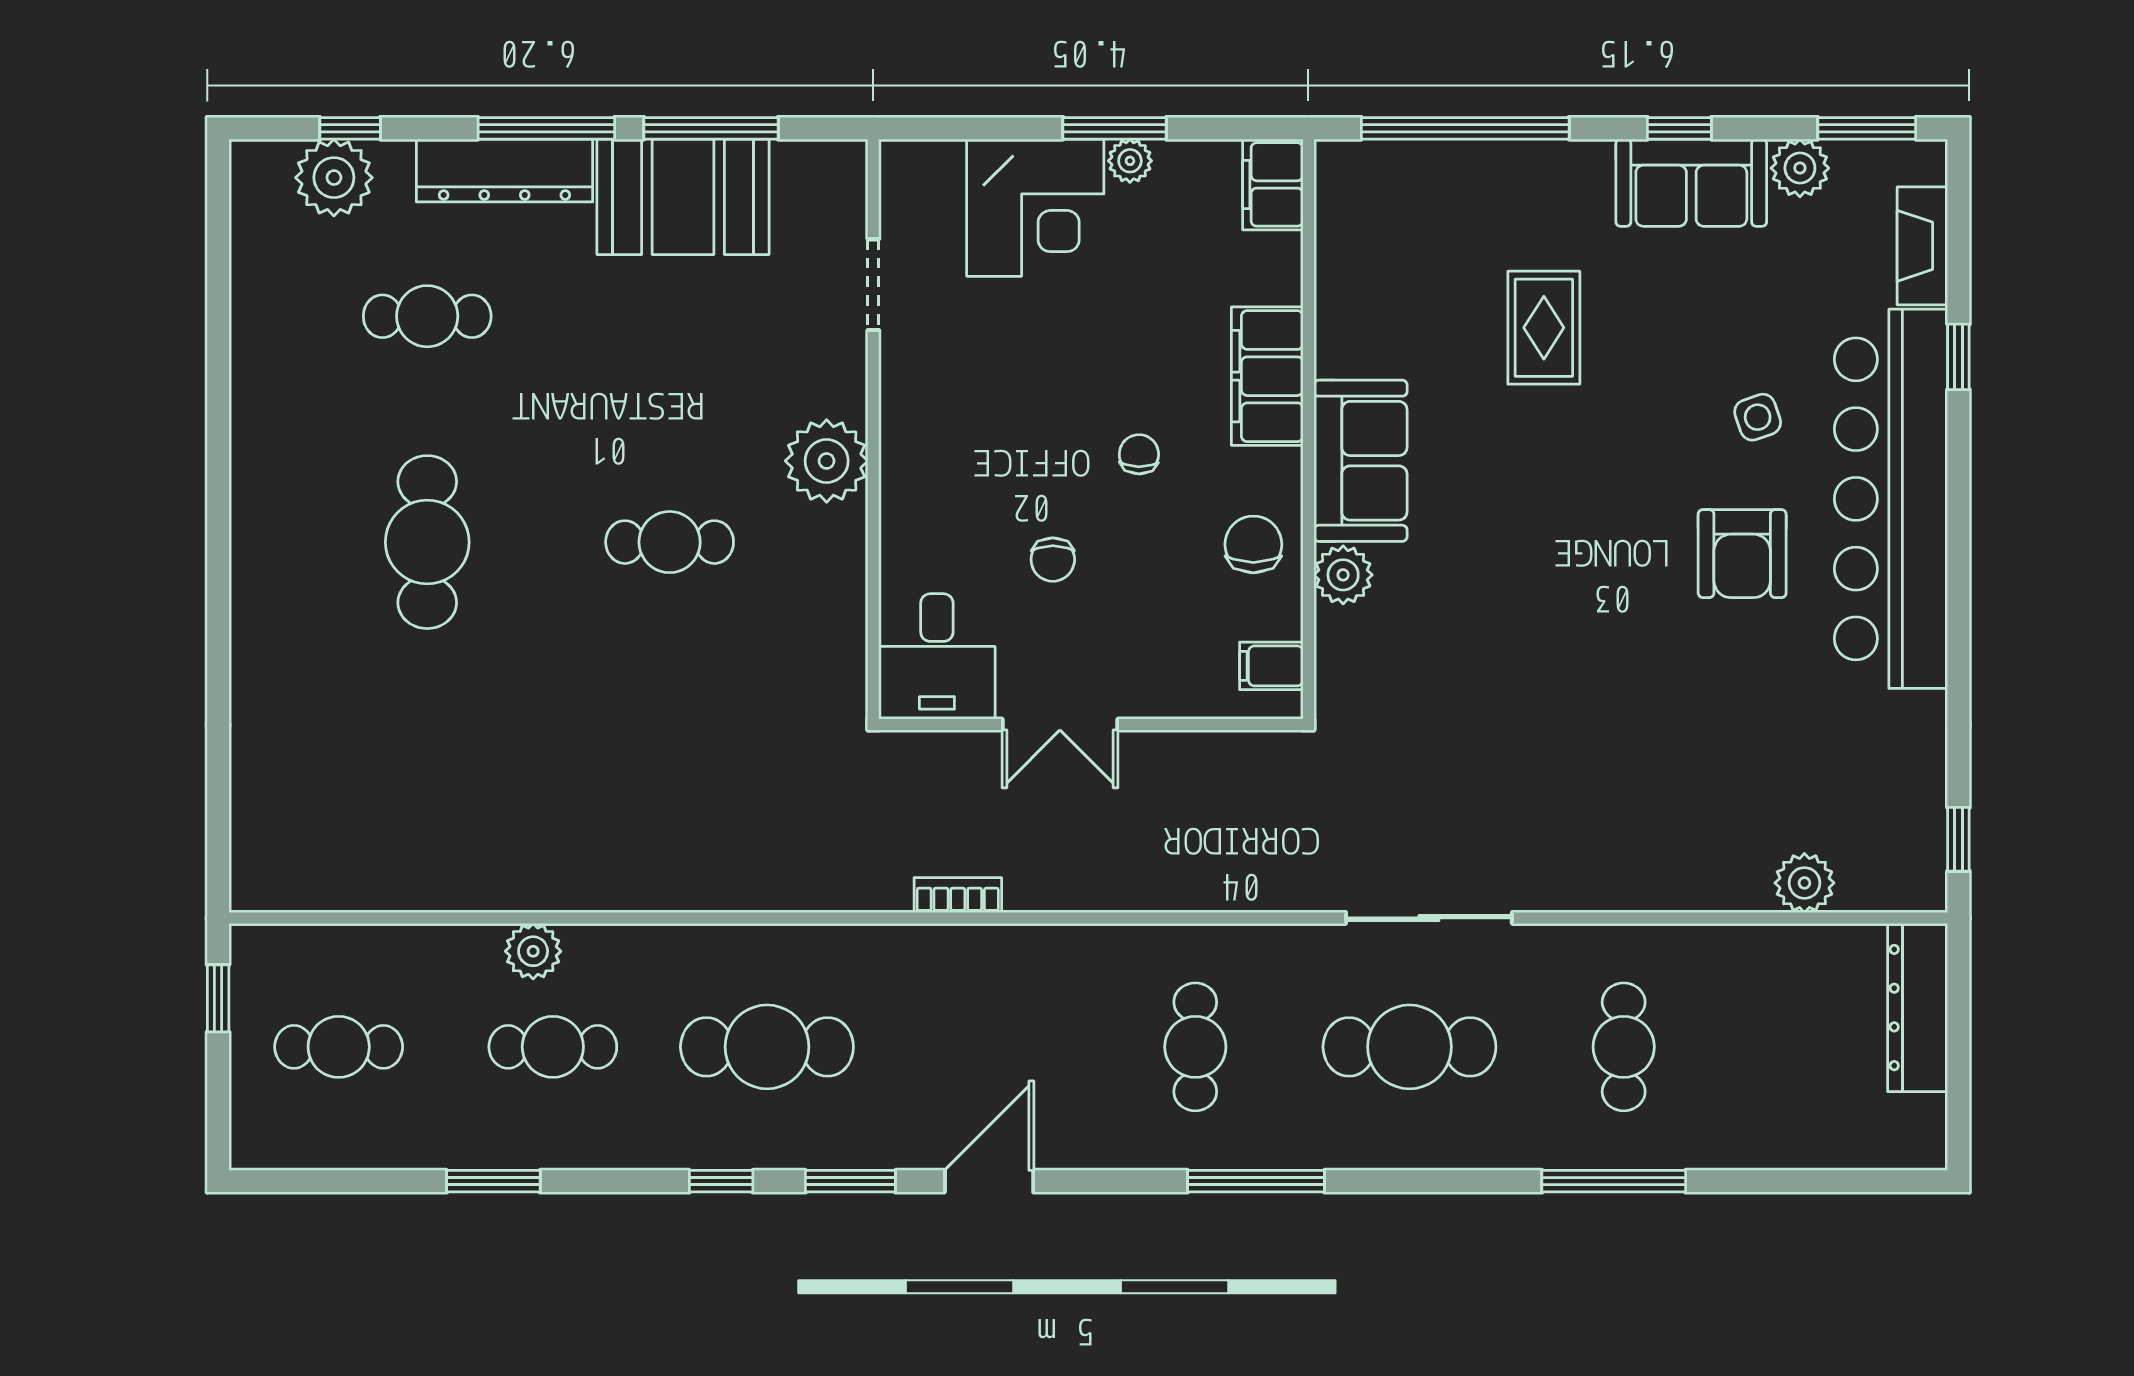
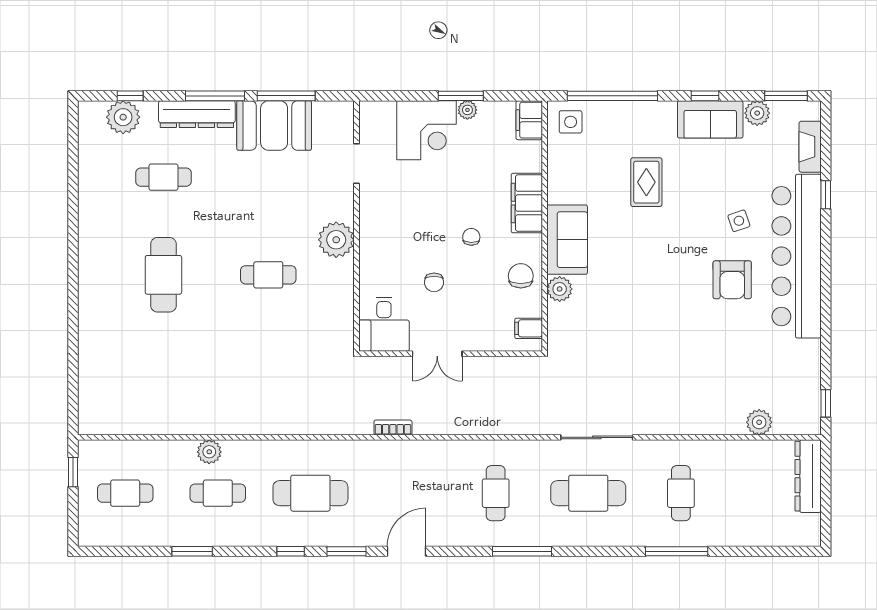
side table: (1368, 188) -> (571, 122), added

